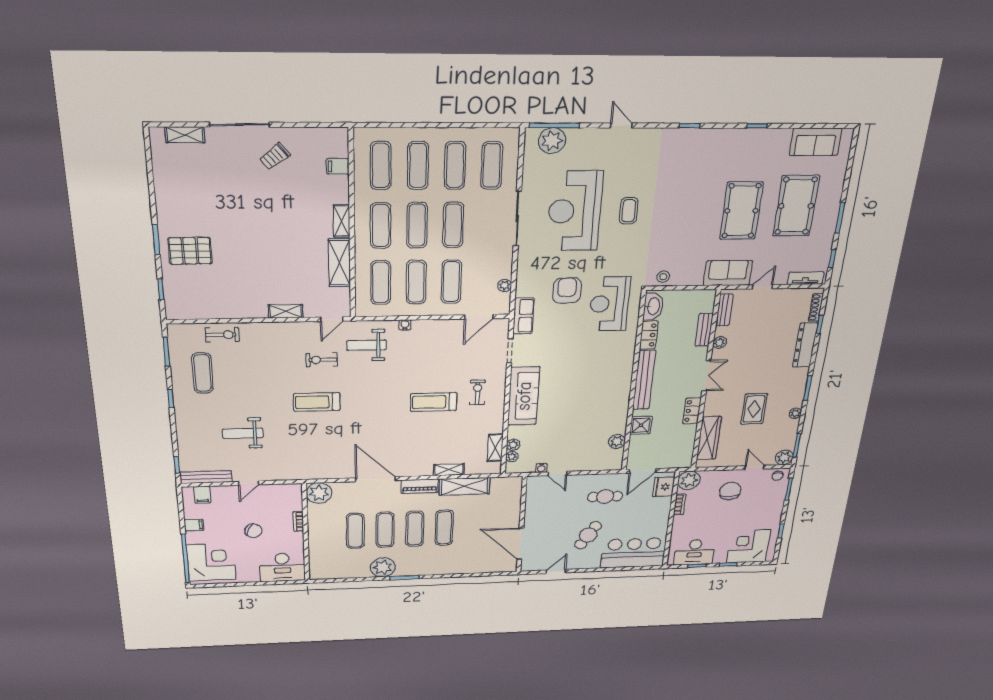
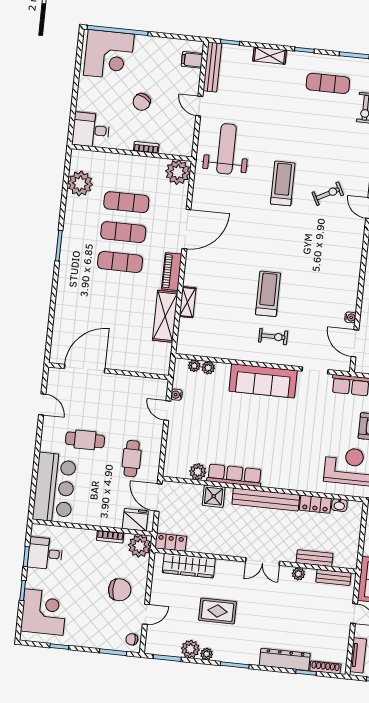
washbasin: (653, 306) -> (339, 505), width x0.52, depth x0.69
water cooler: (405, 325) -> (350, 317), moved
weight bench: (366, 345) -> (338, 237), removed
exercise bike: (322, 360) -> (328, 194), turned 62
row of seats: (620, 410) -> (234, 475), added
locker: (692, 411) -> (171, 542), moved
weight bench: (243, 433) -> (227, 149), moved, width x1.36, depth x1.33
shelving: (495, 448) -> (270, 56), moved
plant: (784, 457) -> (190, 649), moved
door: (557, 474) -> (167, 411), hinge flipped
filing cabinet: (194, 525) -> (157, 46), removed
exercise mat: (444, 528) -> (117, 292), removed
cafe table: (588, 535) -> (85, 440), turned -31
desk: (694, 552) -> (45, 553), width x0.73
desk: (282, 567) -> (91, 130), width x0.73
plant: (383, 567) -> (80, 184), moved

